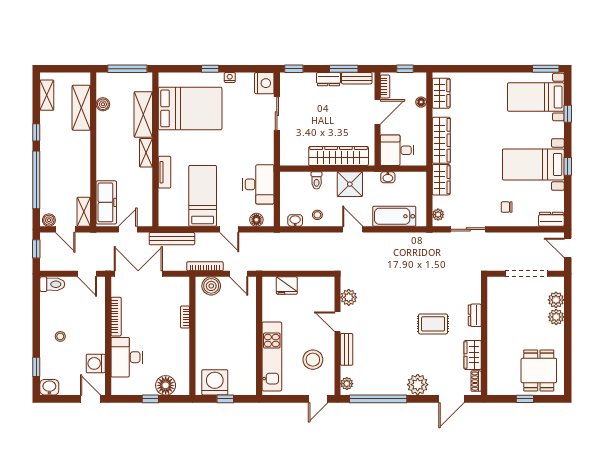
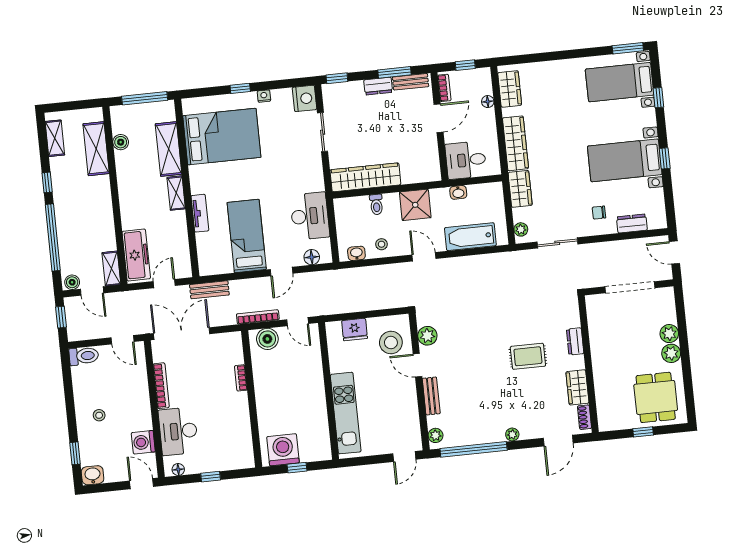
wardrobe: (339, 156) -> (365, 177), moved
dresser: (551, 219) -> (632, 223), moved
door: (229, 229) -> (281, 271), hinge flipped
bench: (172, 239) -> (209, 290), width x0.73
plant: (556, 300) -> (671, 353), moved
stool: (313, 360) -> (391, 343), moved
floor lamp: (166, 385) -> (178, 469), moved, width x0.53, depth x0.53
plant: (418, 385) -> (512, 434), width x0.53, depth x0.53

